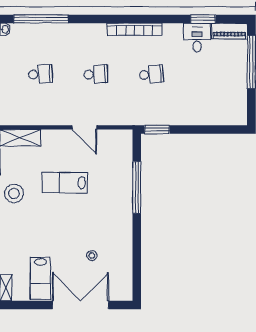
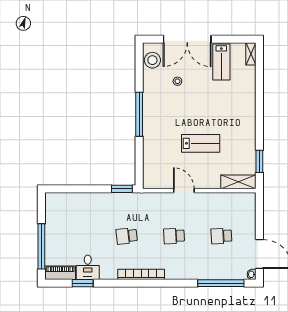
window: (137, 187) -> (139, 114), moved
stool: (14, 193) -> (152, 60), moved
lab bench: (40, 278) -> (221, 62), turned 180

